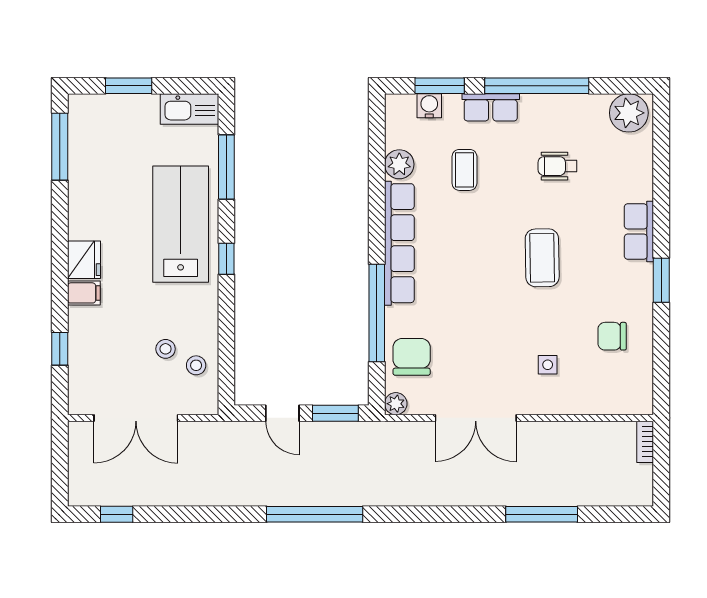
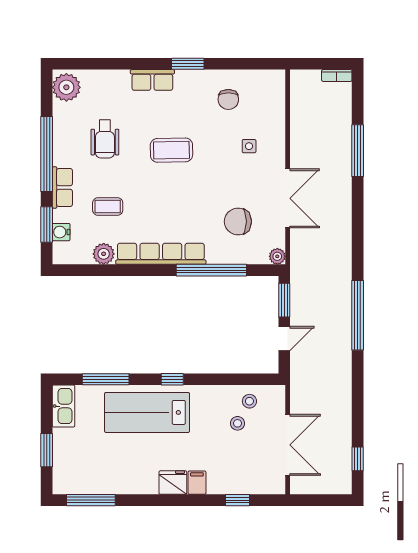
wheelchair: (558, 166) -> (105, 139), width x1.36, depth x1.37
chair: (412, 357) -> (238, 221), moved
bookcase: (645, 442) -> (337, 75), moved

